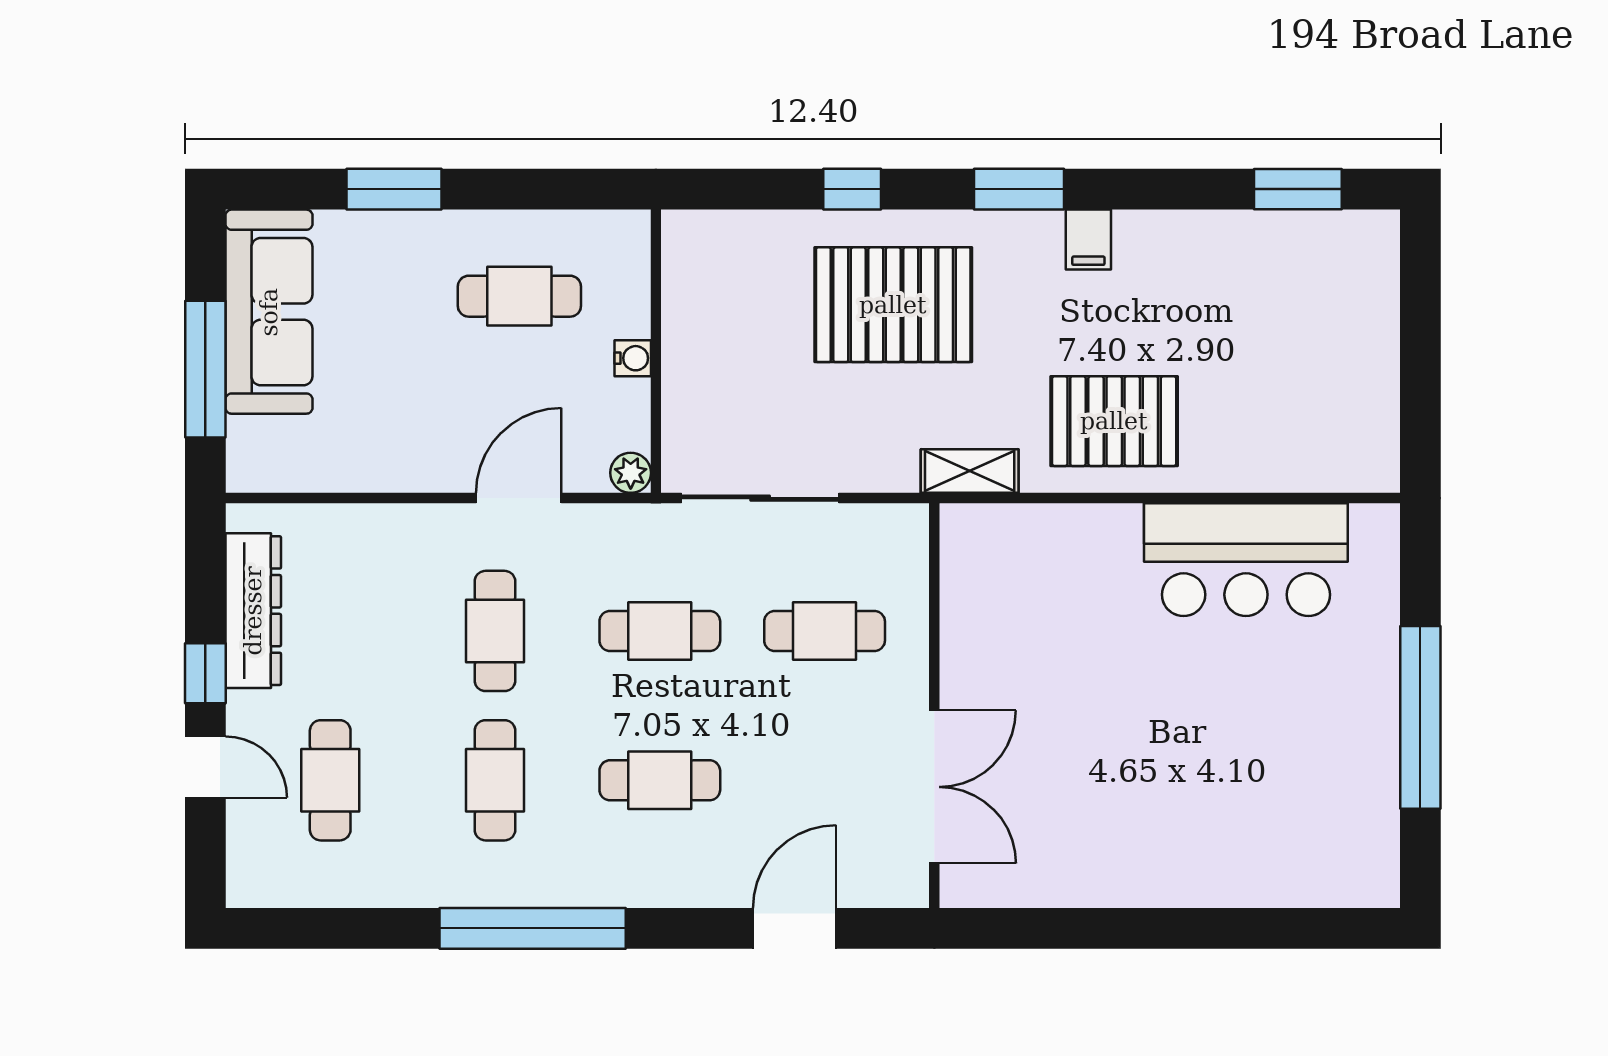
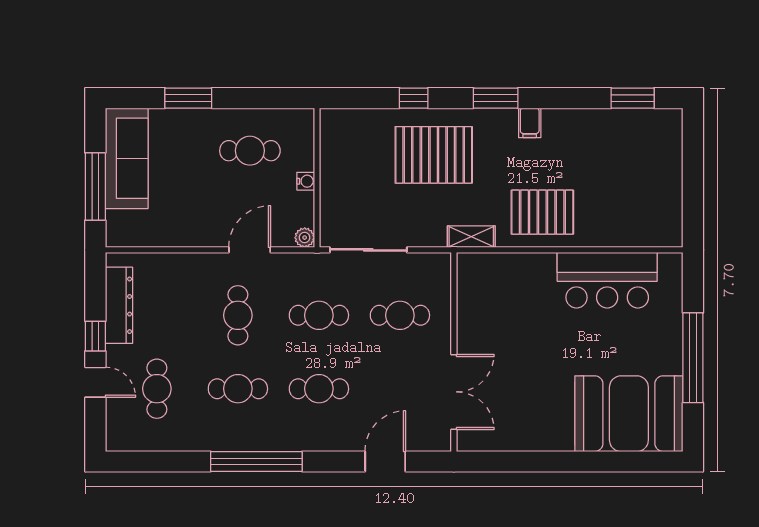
cafe table: (495, 780) -> (238, 389), turned 90
booth: (1290, 831) -> (629, 414), added

